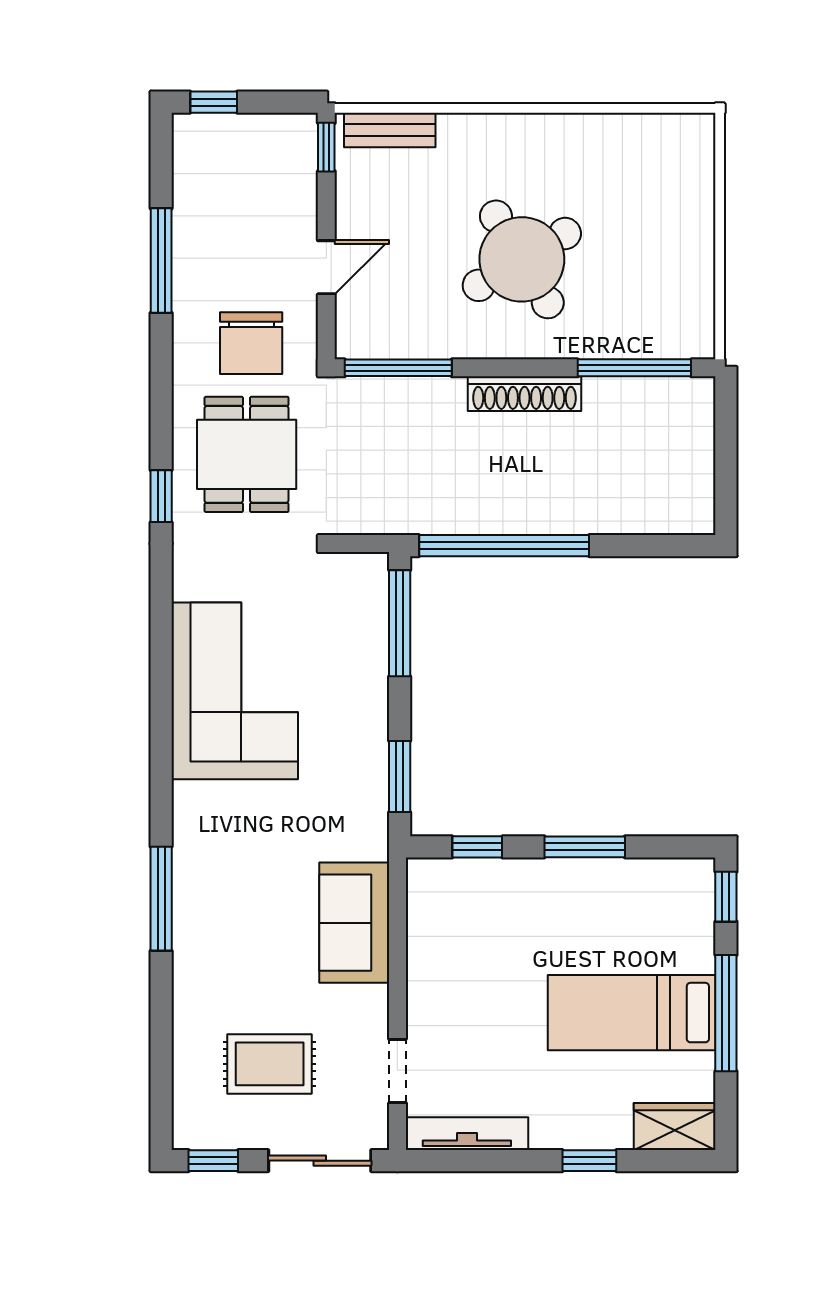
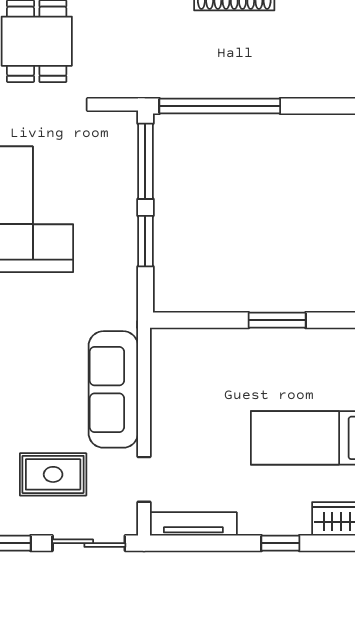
window: (400, 777) -> (145, 241), moved
window: (477, 847) -> (201, 320), removed
sofa: (354, 923) -> (113, 389), width x1.36

